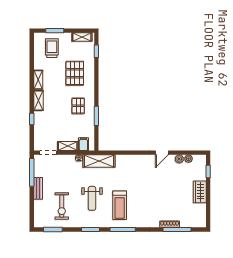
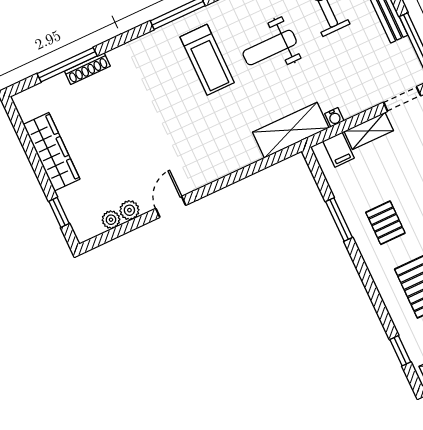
wardrobe: (200, 192) -> (52, 152), width x1.50
weight bench: (92, 198) -> (270, 48), turned -90
treadmill: (120, 205) -> (207, 60), turned 180

